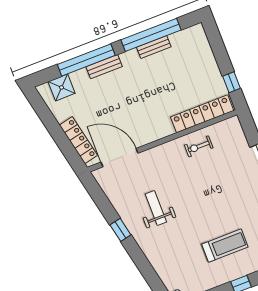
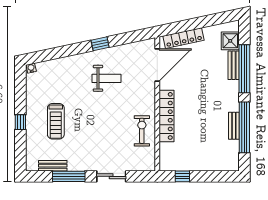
bench: (104, 67) -> (234, 65), moved
locker: (202, 114) -> (167, 116), moved
exercise bike: (199, 146) -> (142, 131), width x1.38, depth x1.39

